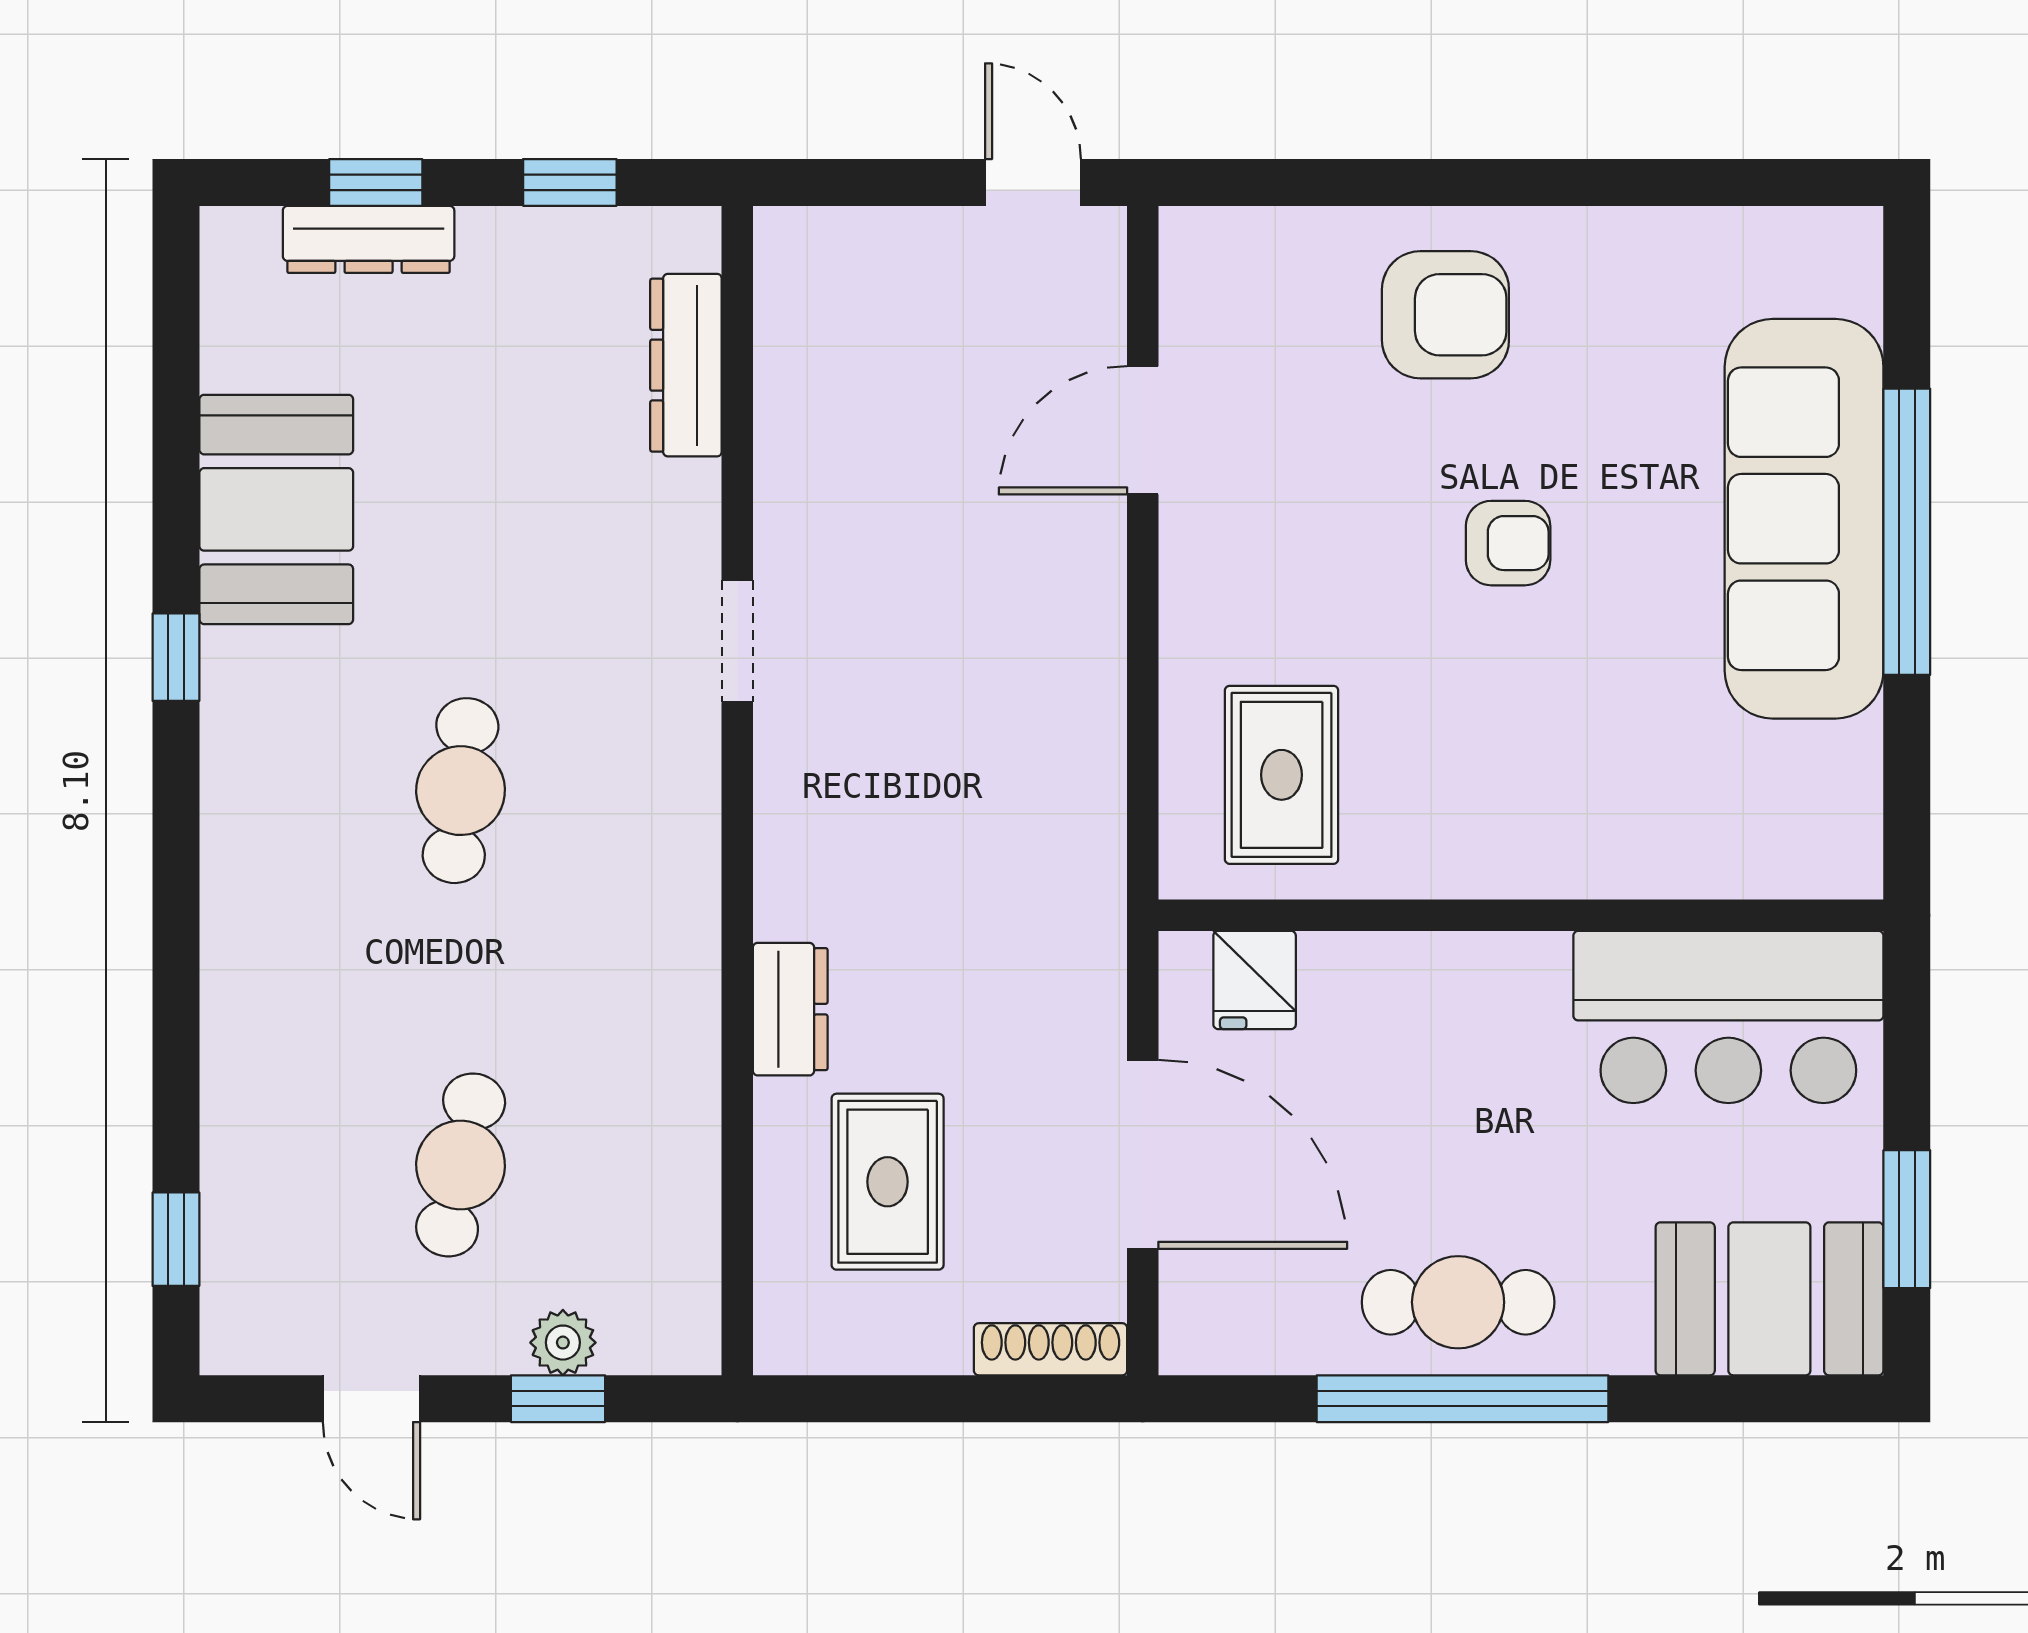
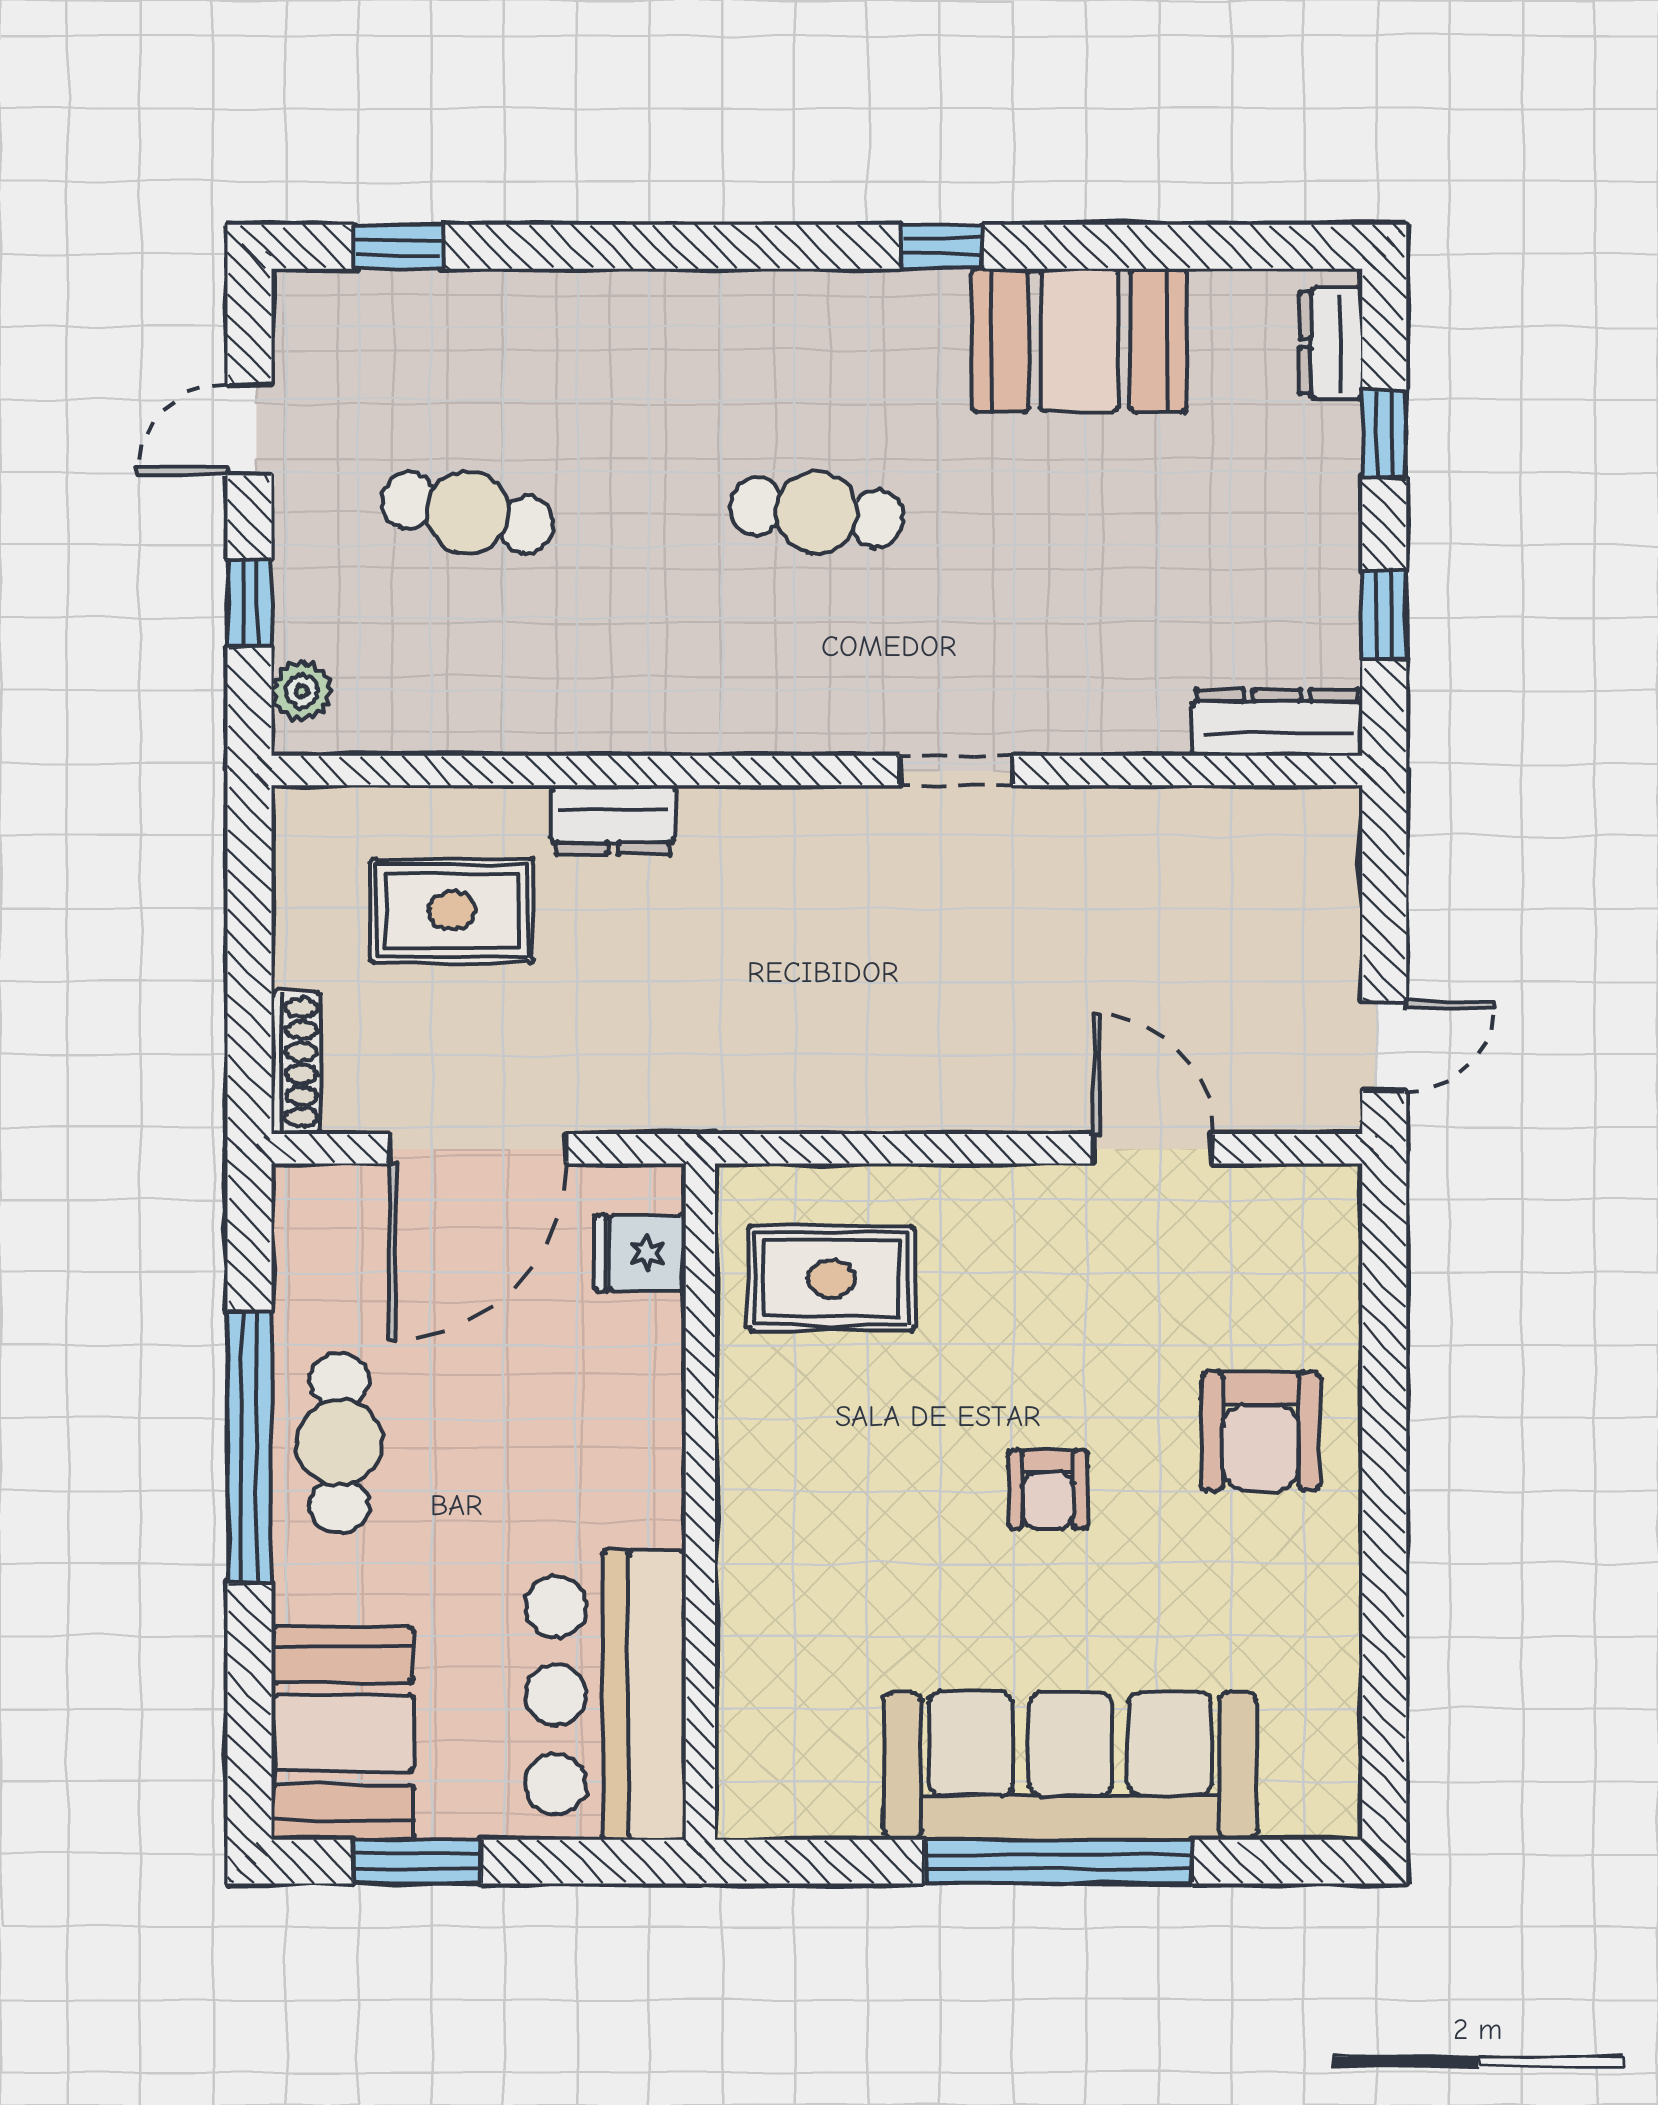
dresser: (369, 239) -> (1331, 343), moved, width x0.70
dresser: (686, 365) -> (1277, 723), moved
plant: (563, 1343) -> (302, 691), moved

